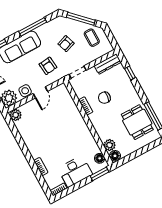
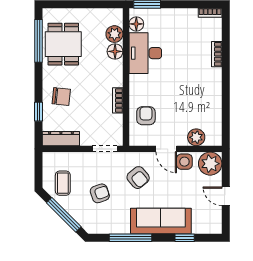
armchair: (48, 66) -> (138, 178), turned 146
door: (40, 92) -> (166, 149), swing flipped
chair: (104, 98) -> (61, 97), moved
armchair: (64, 106) -> (146, 116), added
plant: (16, 115) -> (196, 137), moved
floor lamp: (115, 156) -> (115, 51), moved
desk: (75, 171) -> (145, 53), moved, turned -90

